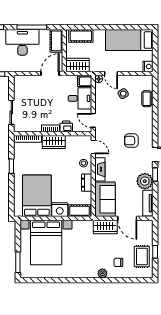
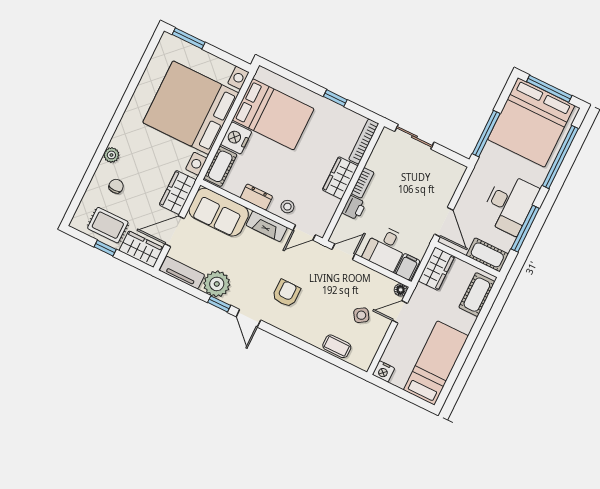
wardrobe: (146, 232) -> (141, 249), added
bed with nightstands: (46, 243) -> (191, 108), width x1.36

